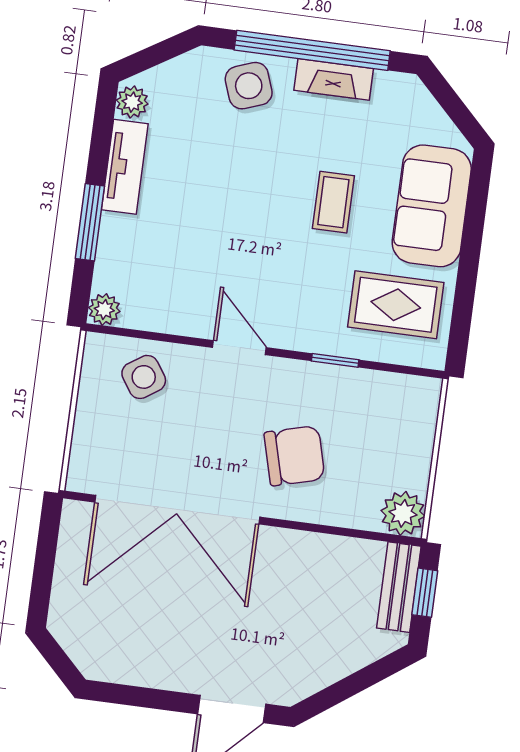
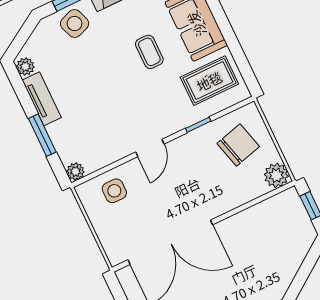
door: (239, 348) -> (150, 148), swing flipped
side table: (144, 377) -> (114, 191), turned 34
chair: (294, 456) -> (238, 145), moved
bench: (399, 587) -> (297, 211), removed

